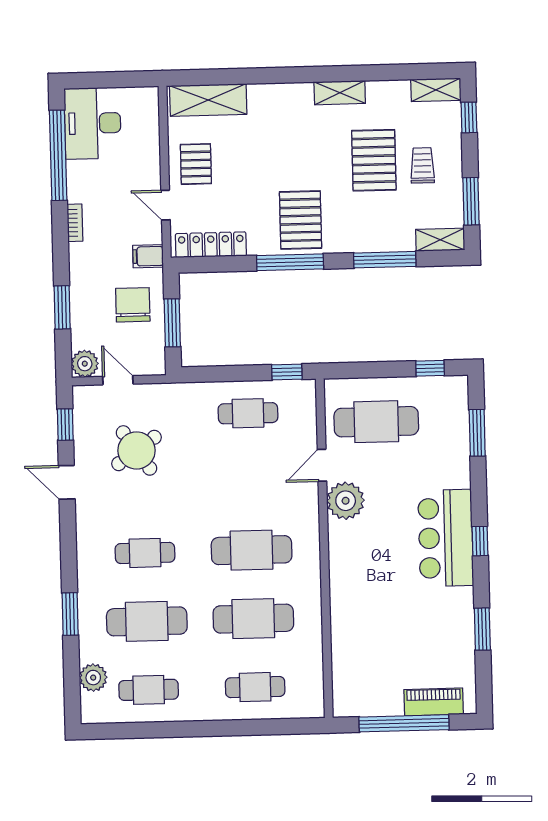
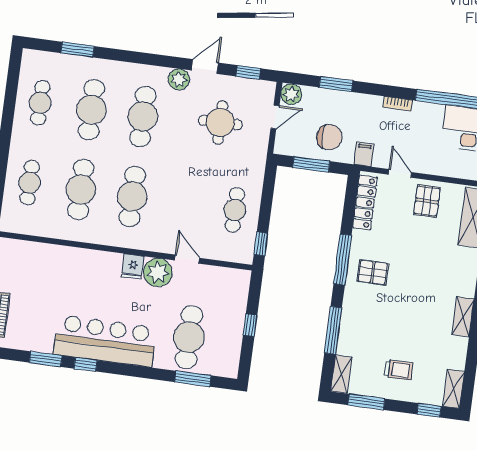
pallet: (374, 160) -> (409, 334), removed
pallet: (196, 164) -> (427, 201), turned 90
door: (165, 205) -> (400, 173), hinge flipped
pallet: (301, 220) -> (373, 272), width x0.67, depth x0.71
window: (430, 368) -> (250, 325), moved
cafe table: (376, 422) -> (189, 337), moved
round table: (137, 450) -> (220, 122), turned 35
fridge: (343, 535) -> (133, 267), added
bar counter: (446, 538) -> (105, 341), width x1.36
window: (480, 541) -> (86, 364), moved
cafe table: (145, 553) -> (143, 117), width x1.37, depth x1.35
window: (70, 614) -> (78, 50), moved
plant: (93, 678) -> (179, 79), moved

